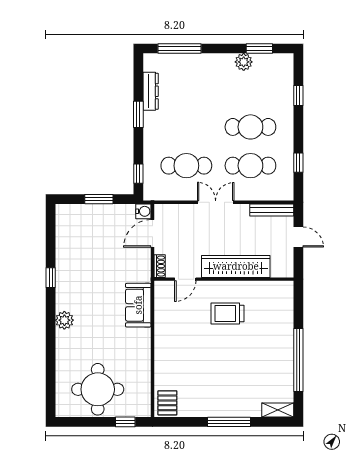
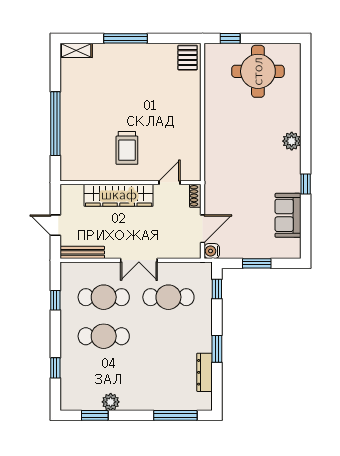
sofa: (138, 305) -> (288, 215), moved, turned 180
trolley: (227, 313) -> (127, 148), turned 90
window: (298, 360) -> (55, 124), moved

